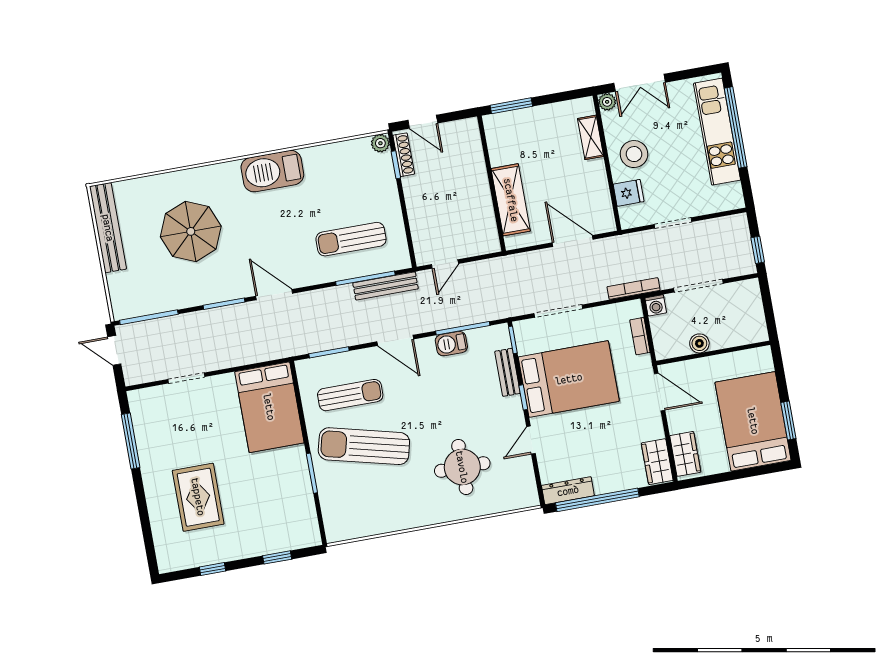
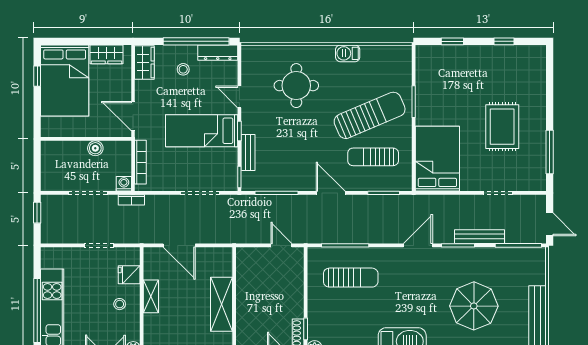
shelving: (591, 137) -> (151, 296), moved
stool: (634, 154) -> (120, 304), width x0.53, depth x0.53
shelving: (511, 200) -> (222, 304), moved
door: (445, 264) -> (281, 245), hinge flipped
bench: (386, 286) -> (479, 237), moved
bookcase: (634, 289) -> (131, 200), width x0.64
door: (274, 295) -> (418, 245), swing flipped
bookcase: (640, 336) -> (140, 162), width x1.56
barbecue: (451, 344) -> (348, 53), moved, turned 180
bed: (569, 379) -> (202, 131), width x0.67
window: (788, 421) -> (37, 76), width x0.67
door: (531, 440) -> (239, 97), swing flipped
sun lounger: (364, 446) -> (370, 115), turned -37
wardrobe: (685, 454) -> (107, 54), moved, turned -90
stool: (607, 462) -> (183, 69), added
rug: (198, 497) -> (502, 127), moved

